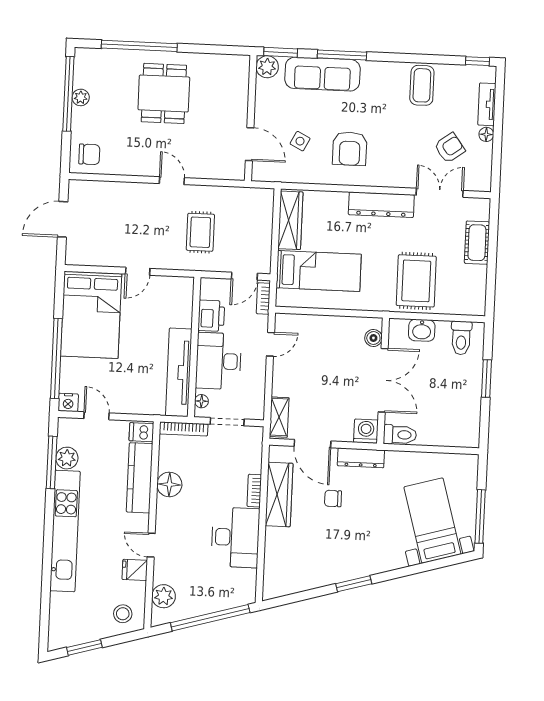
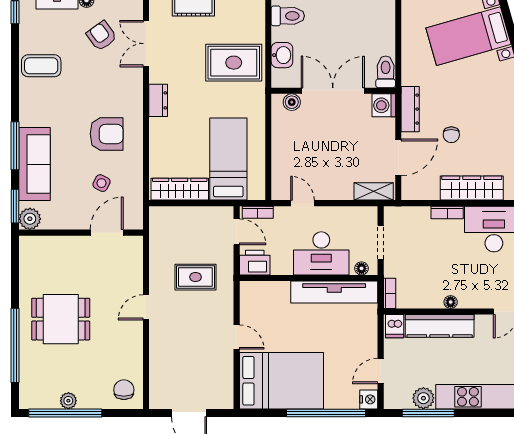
dresser: (381, 205) -> (158, 100), width x0.51, depth x0.80
printer: (211, 316) -> (255, 263), moved
bookcase: (184, 429) -> (390, 293), width x0.64
floor lamp: (169, 484) -> (451, 302), width x0.53, depth x0.53
wardrobe: (279, 494) -> (472, 188), moved

